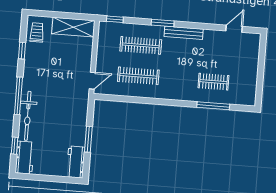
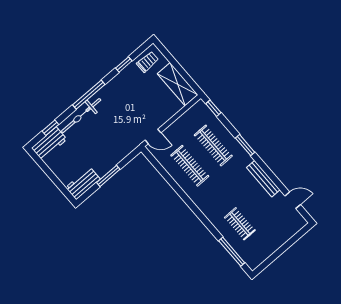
bench: (184, 33) -> (263, 179), moved
window: (213, 106) -> (232, 252), moved

